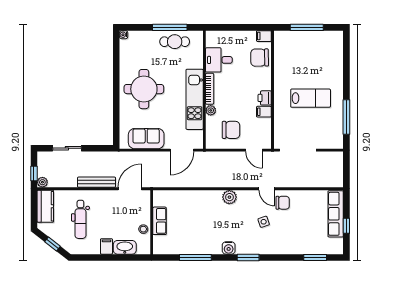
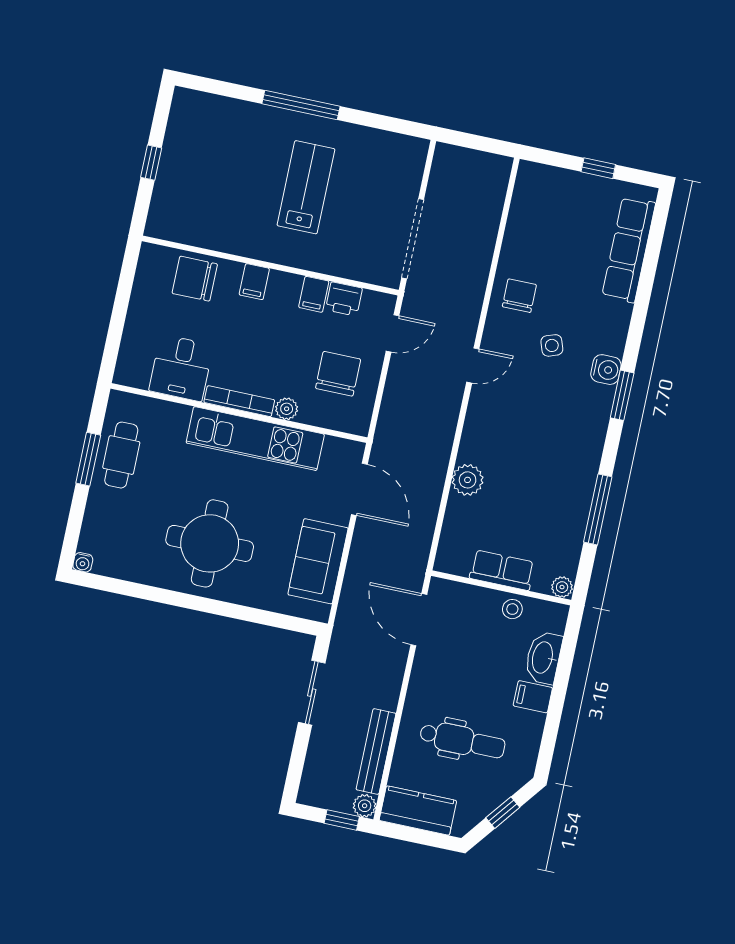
window: (170, 27) -> (88, 459), width x0.69
window: (307, 27) -> (151, 163), width x0.46
filing cabinet: (264, 36) -> (254, 282), moved
chair: (260, 58) -> (195, 279), turned 91
printer: (265, 98) -> (344, 299), moved
window: (346, 117) -> (301, 105), moved
sliding door: (67, 148) -> (312, 693), moved
bench: (97, 182) -> (376, 751), moved
door: (267, 189) -> (473, 365), moved
plant: (229, 197) -> (468, 480), moved
row of seats: (336, 214) -> (629, 250), moved, turned 90
water cooler: (229, 248) -> (606, 370), moved
plant: (158, 249) -> (562, 587), added
window: (315, 258) -> (653, 250), removed

